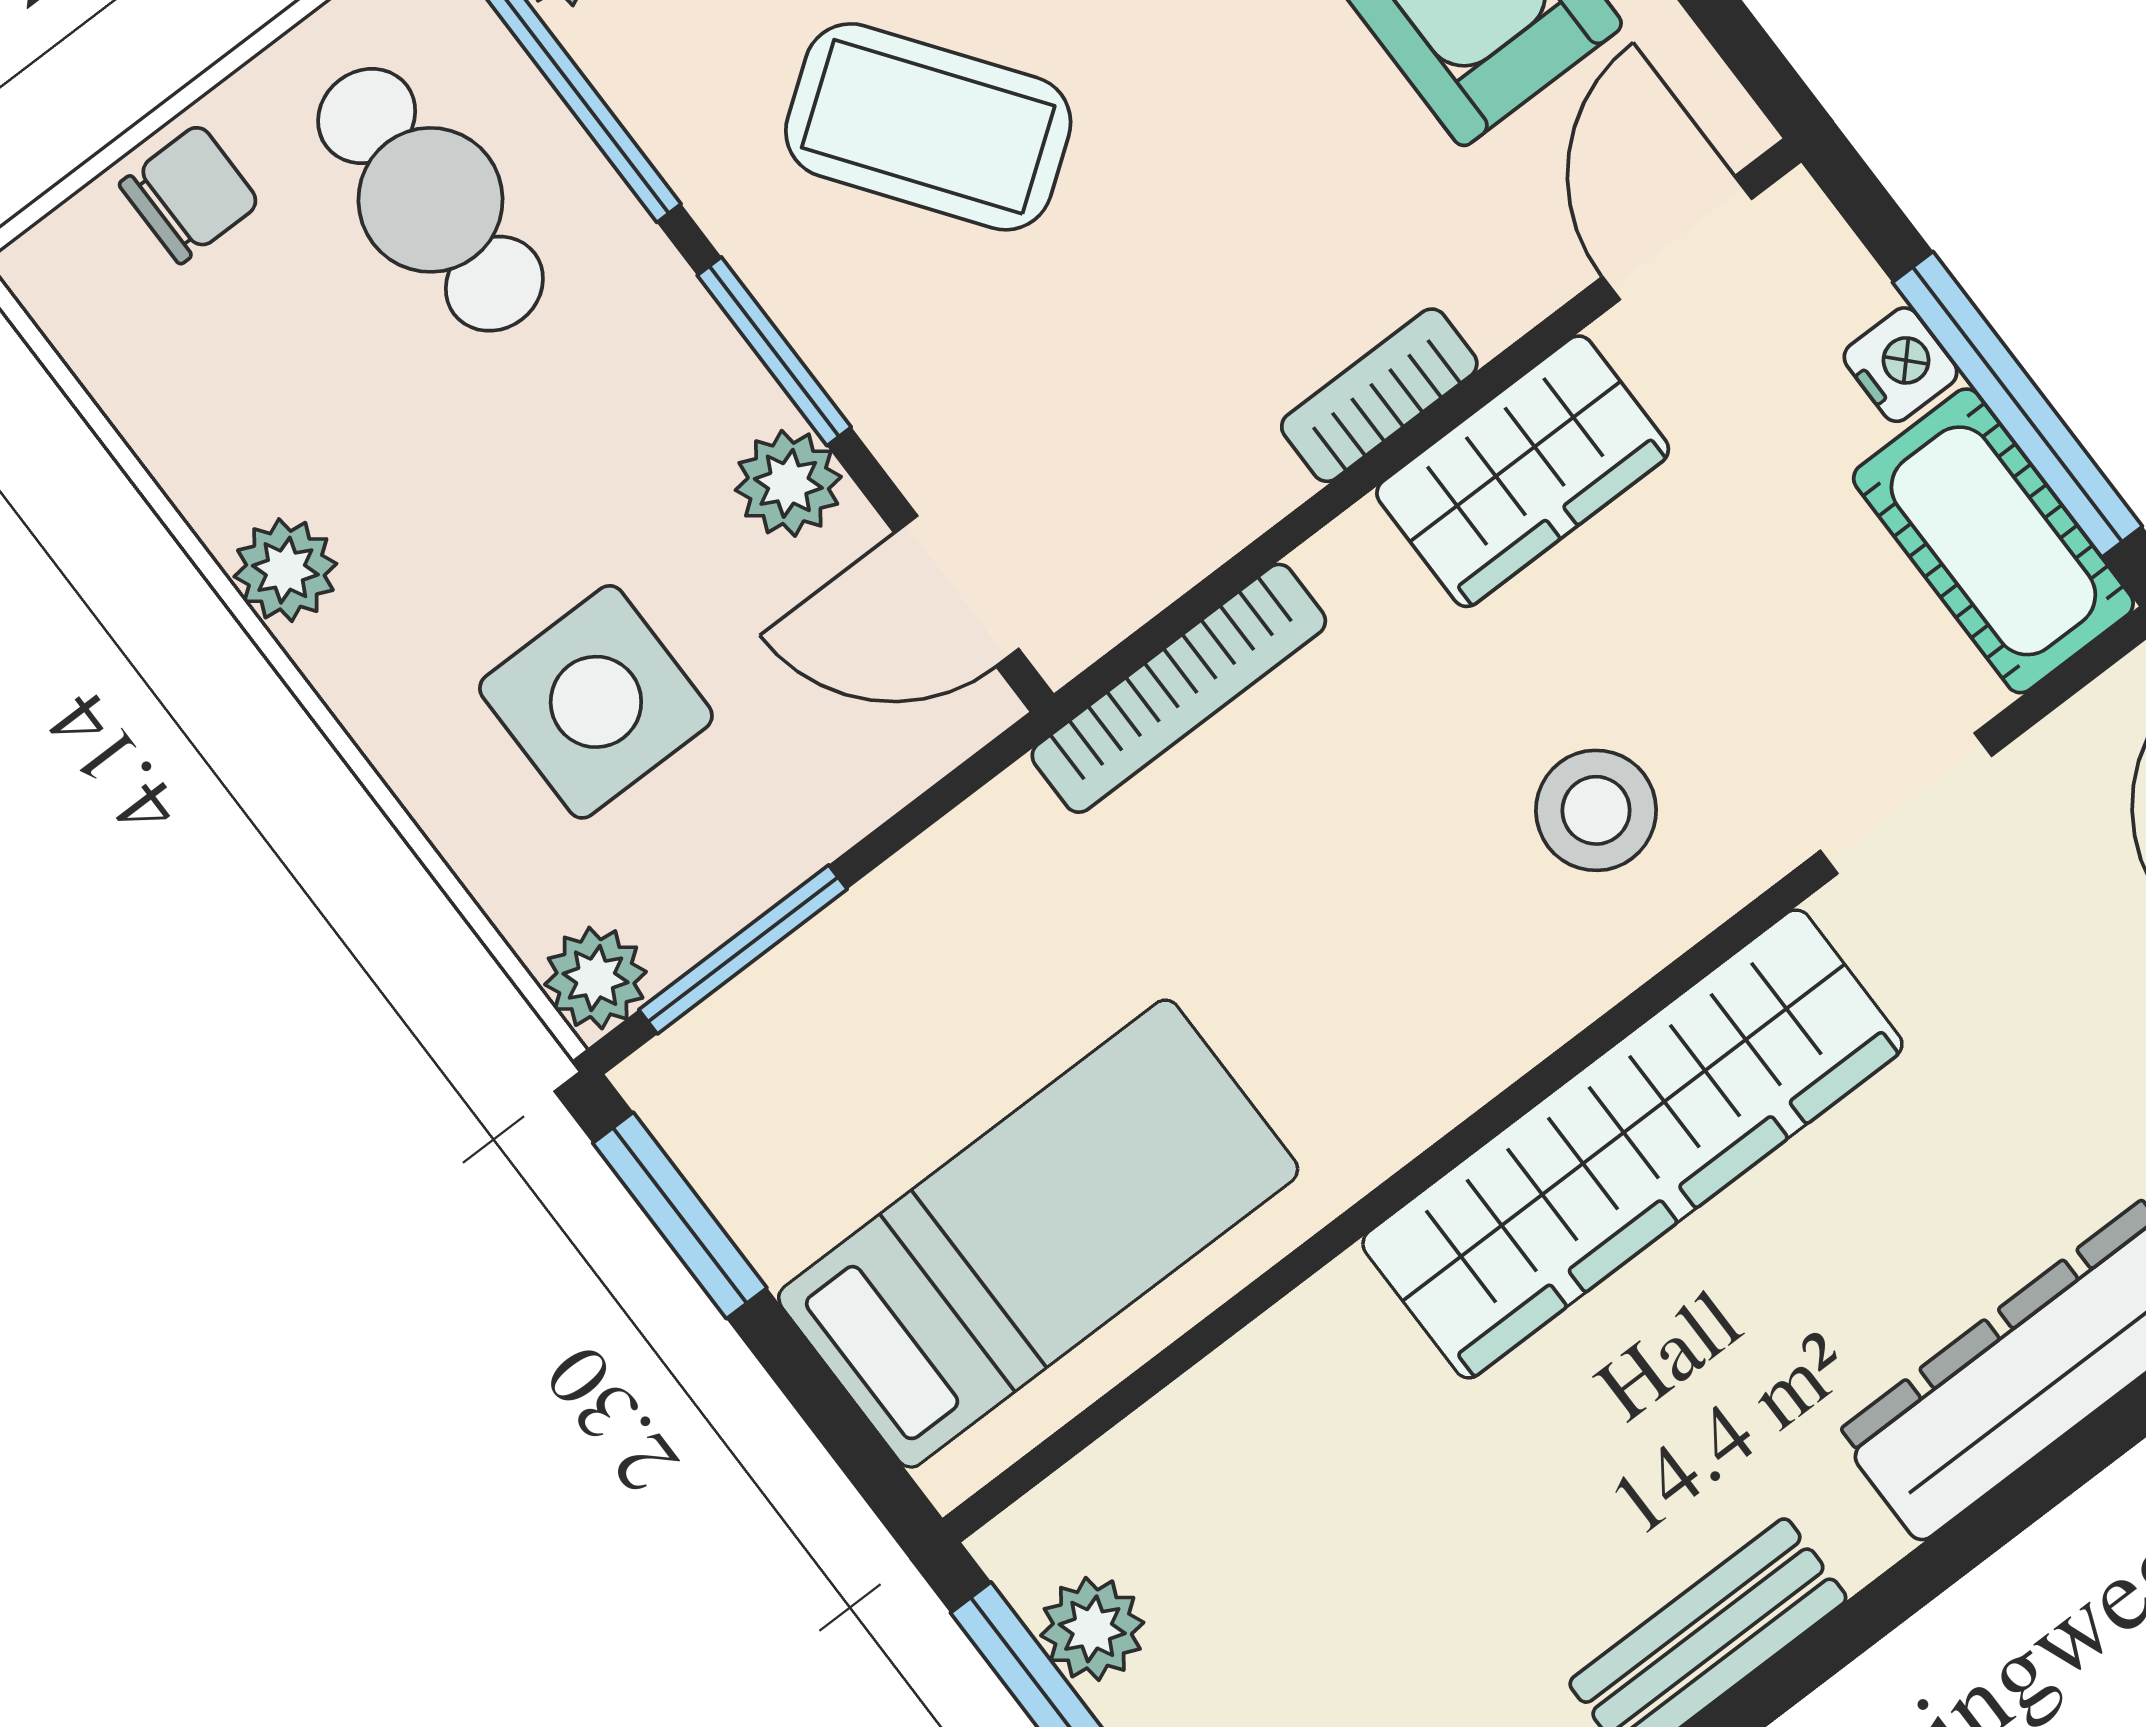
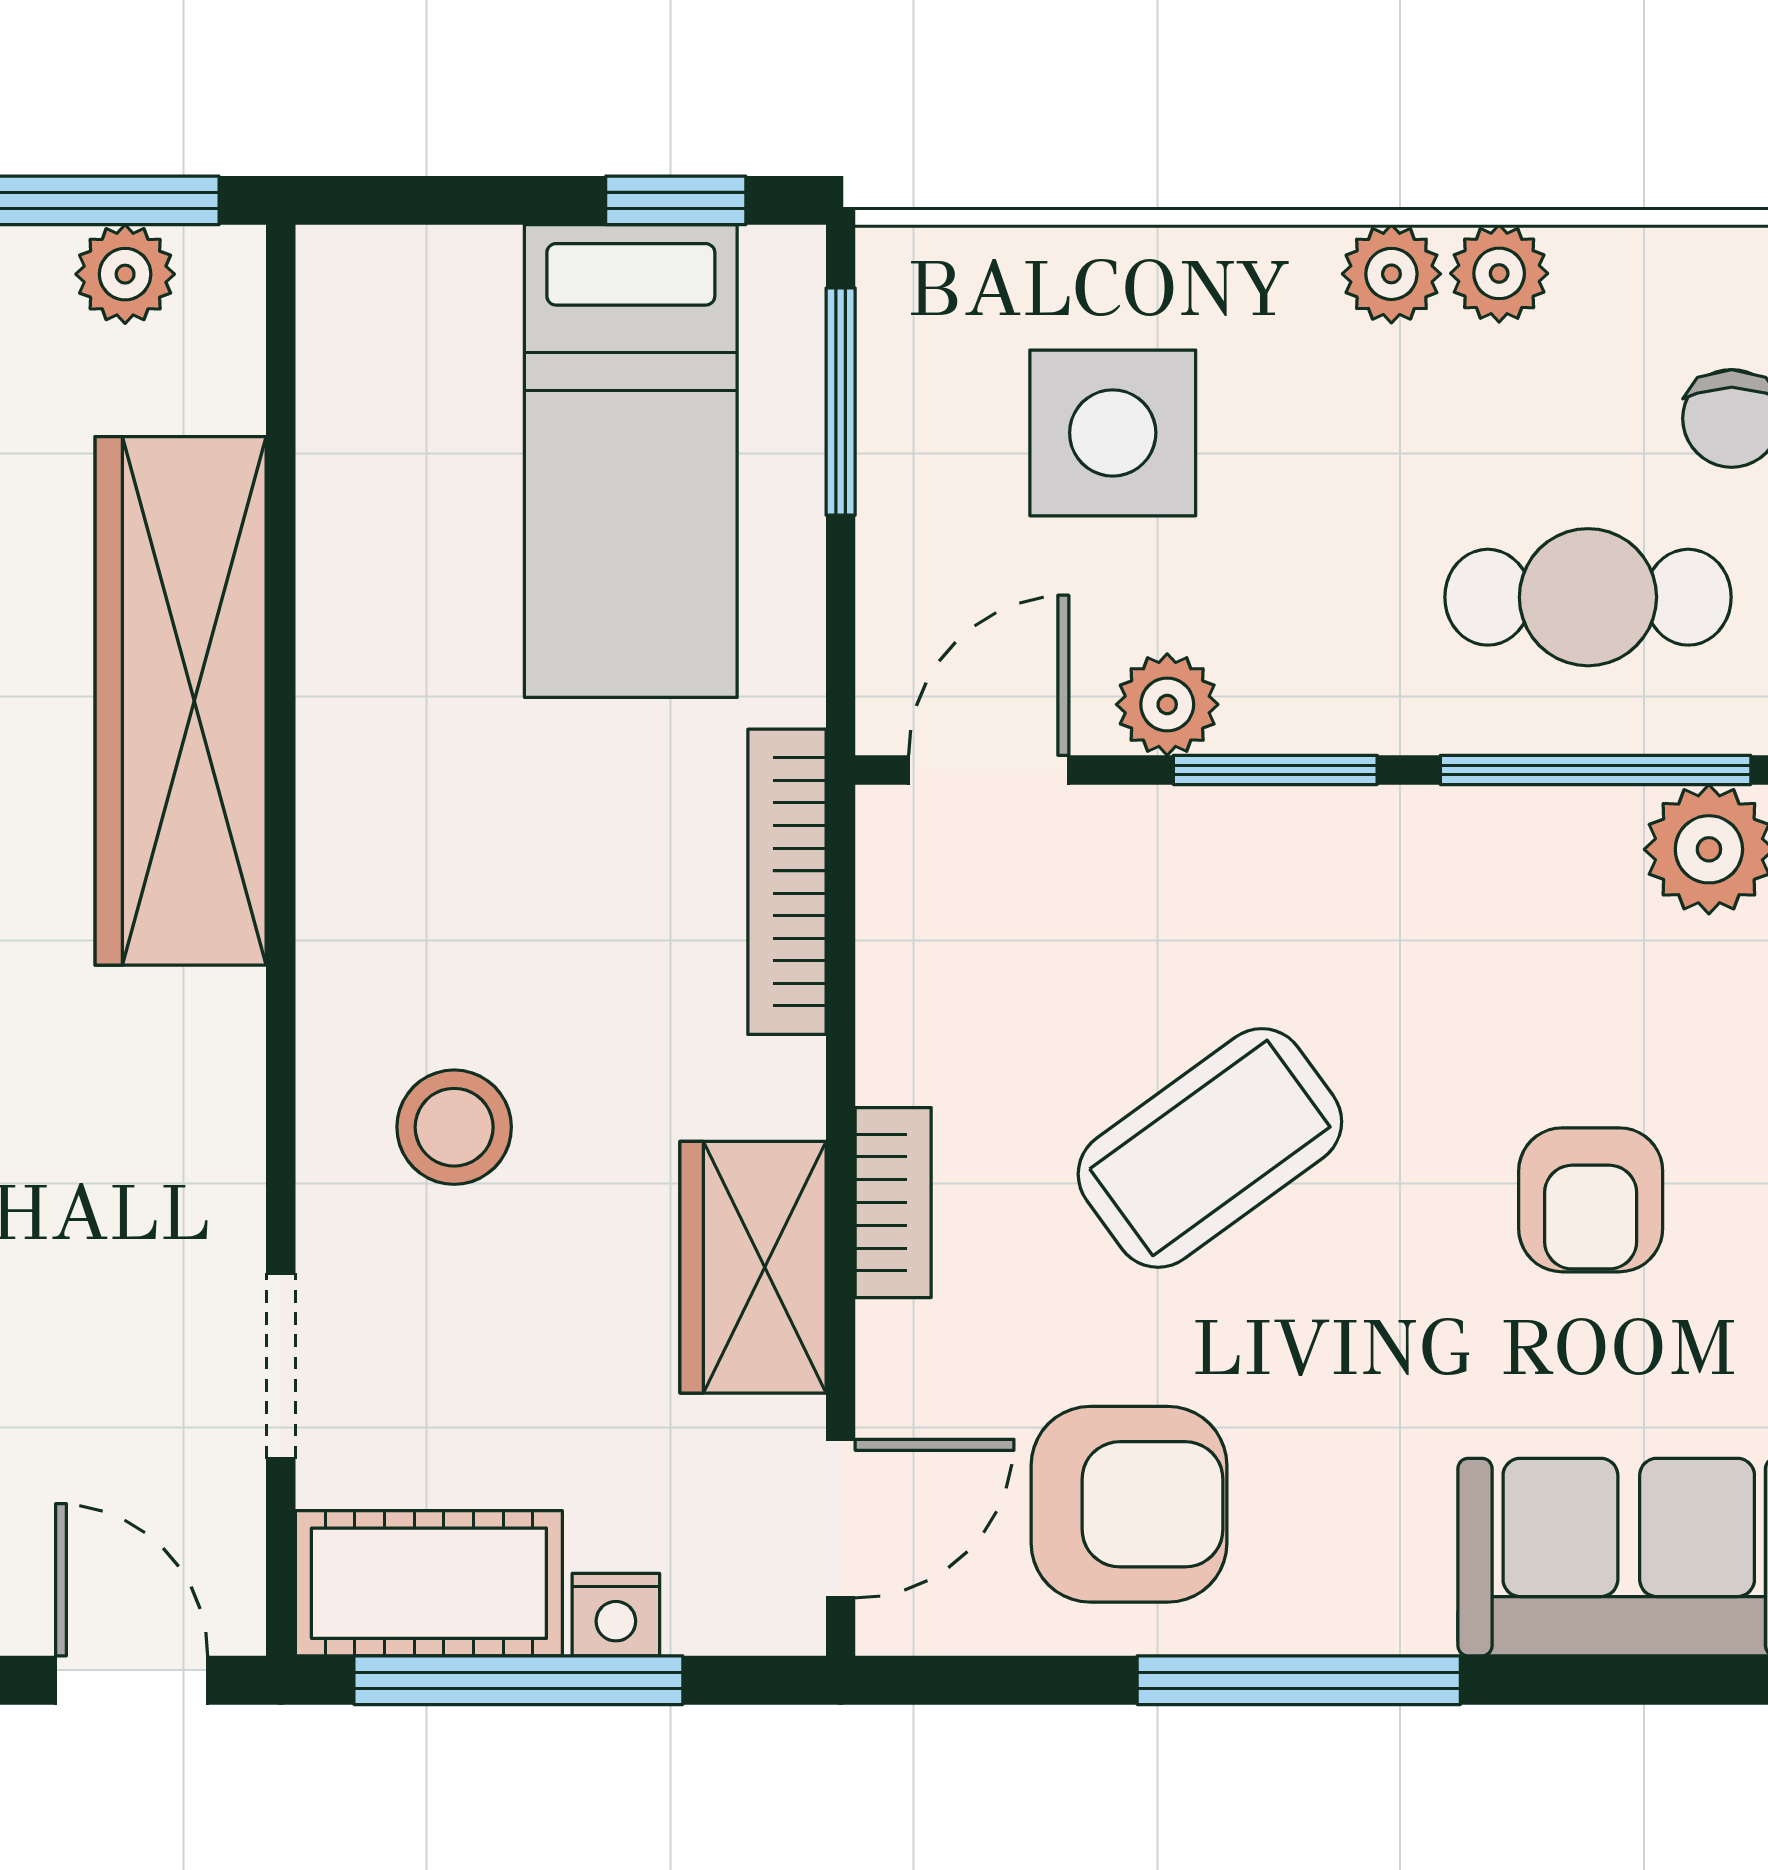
coffee table: (928, 127) -> (1210, 1148), moved
door: (1677, 238) -> (841, 1519), hinge flipped
plant: (596, 978) -> (1499, 273), moved
wardrobe: (1632, 1144) -> (181, 701), moved
window: (680, 1215) -> (676, 200), width x0.67
bed: (1038, 1234) -> (631, 461), moved

